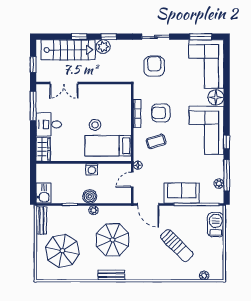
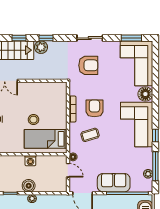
armchair: (154, 66) -> (88, 65), turned 90
armchair: (161, 113) -> (94, 108), turned 90
door: (132, 180) -> (68, 170), swing flipped

